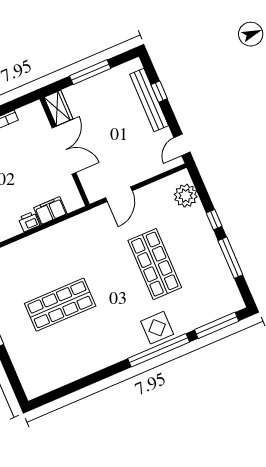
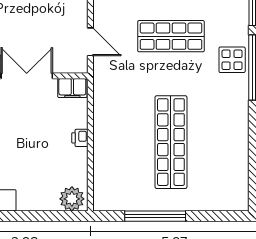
filing cabinet: (50, 211) -> (72, 88), moved, turned -90
shop shelf: (60, 305) -> (171, 142), width x1.40

